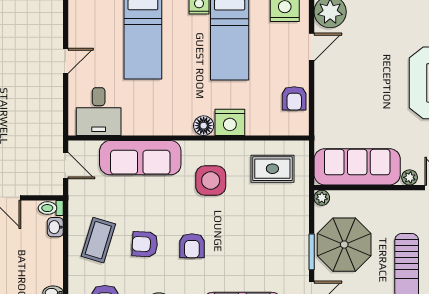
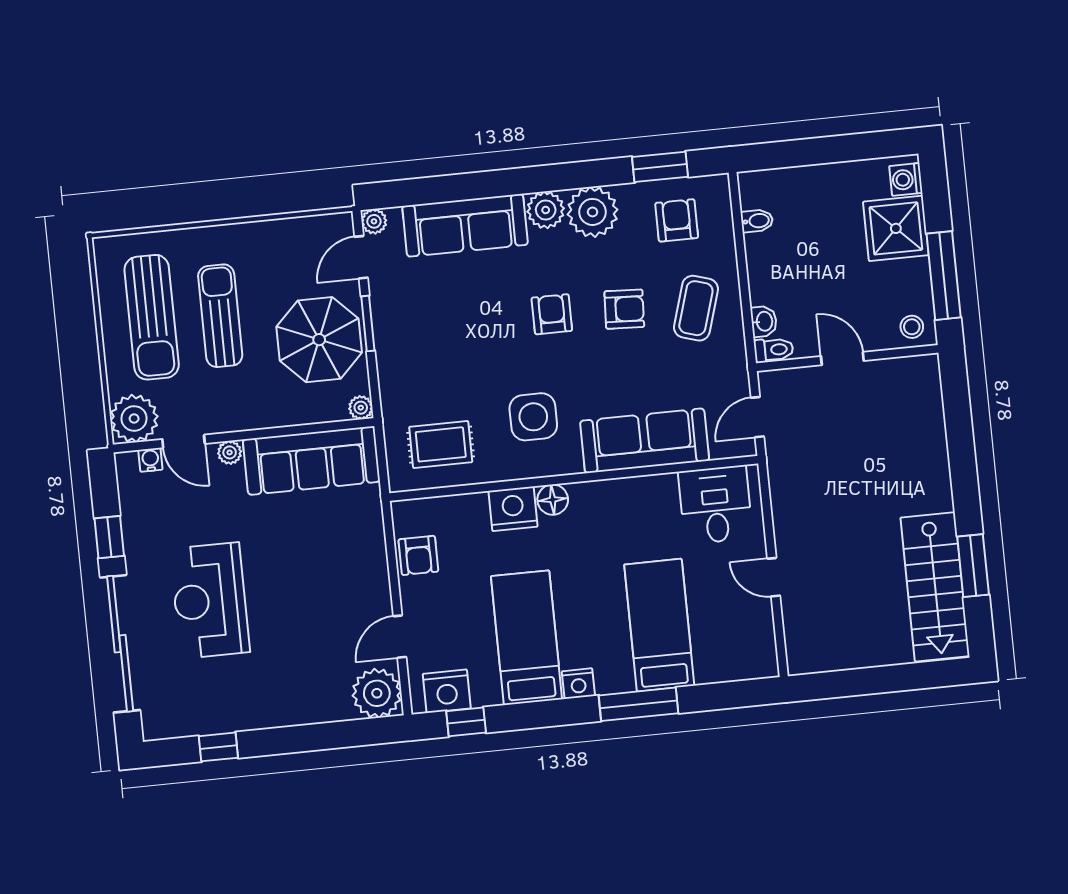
door: (66, 61) -> (774, 577), hinge flipped
armchair: (294, 98) -> (418, 555), turned 180
door: (66, 166) -> (757, 417), hinge flipped

